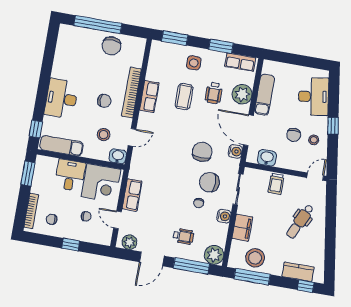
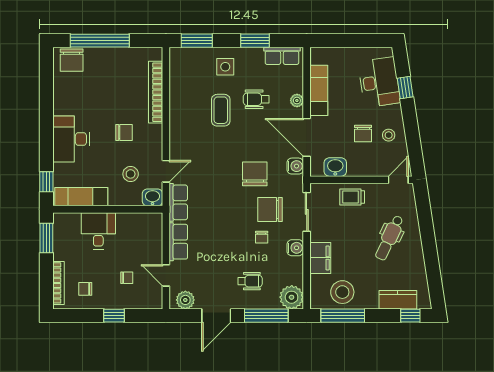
chair: (111, 46) -> (72, 60), moved
bookcase: (132, 93) -> (156, 92), moved
wheelchair: (214, 93) -> (256, 99), turned 90
plant: (242, 94) -> (297, 101), width x0.53, depth x0.53
row of seats: (149, 96) -> (178, 202), moved
window: (333, 126) -> (405, 87), moved
corner desk: (101, 183) -> (138, 234), removed
trolley: (276, 184) -> (352, 197), turned 90

